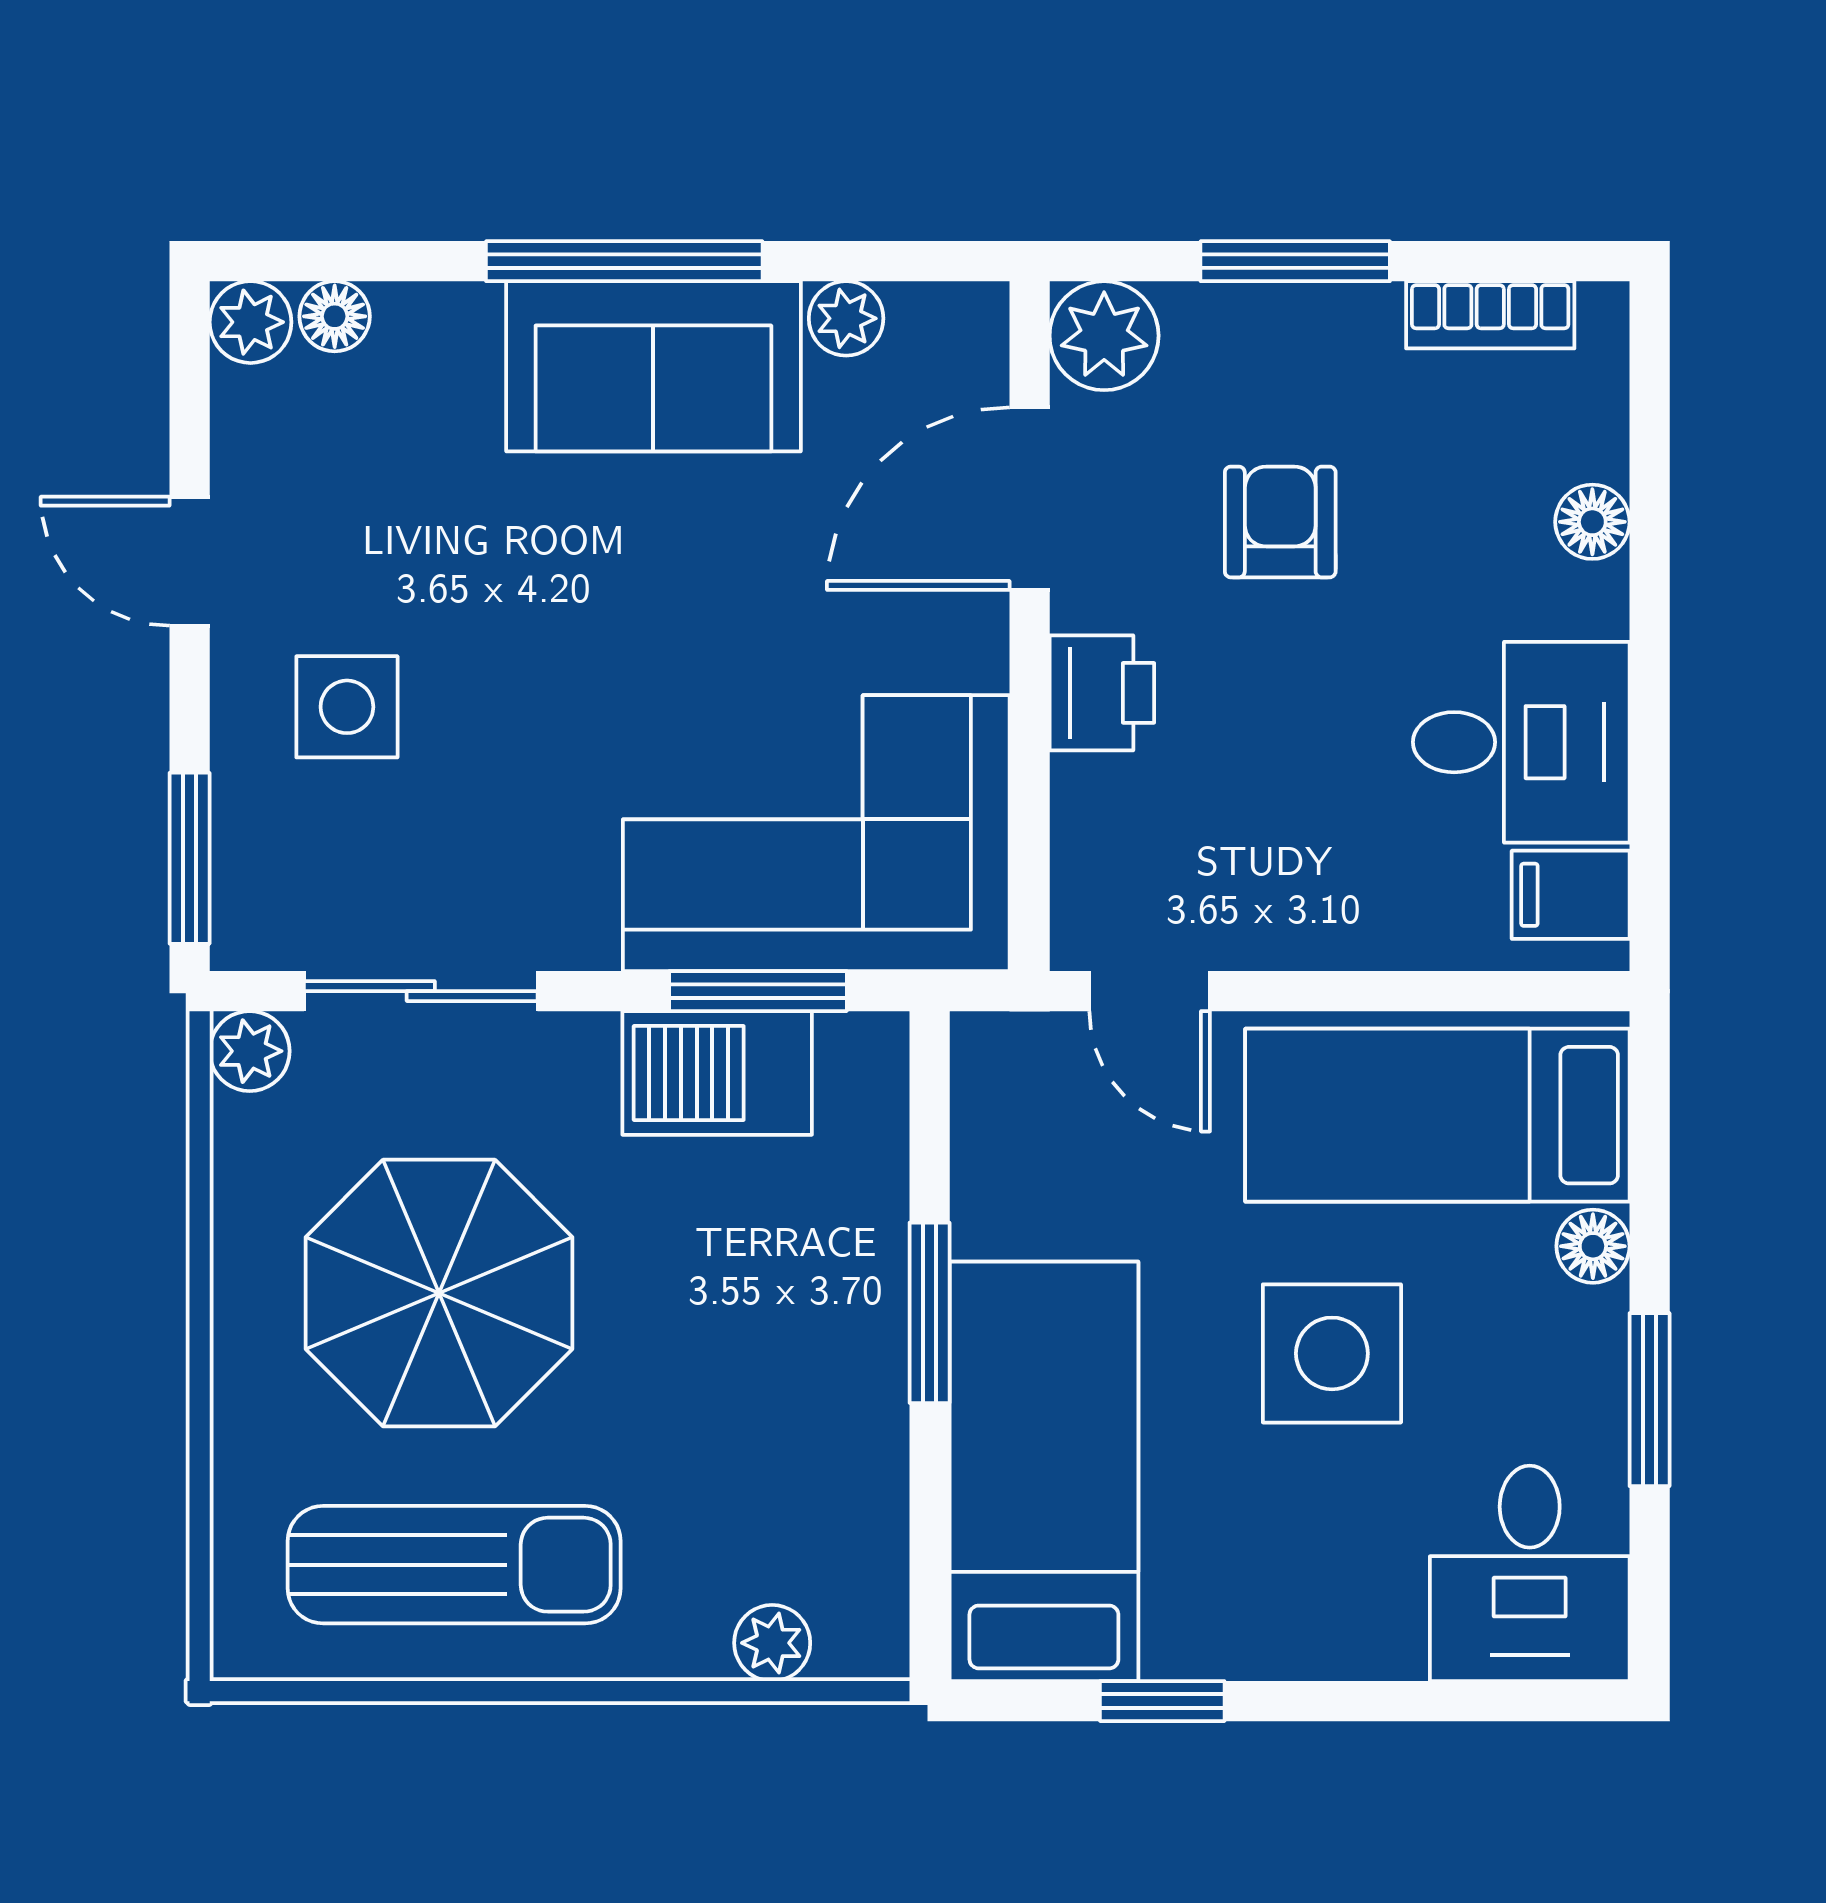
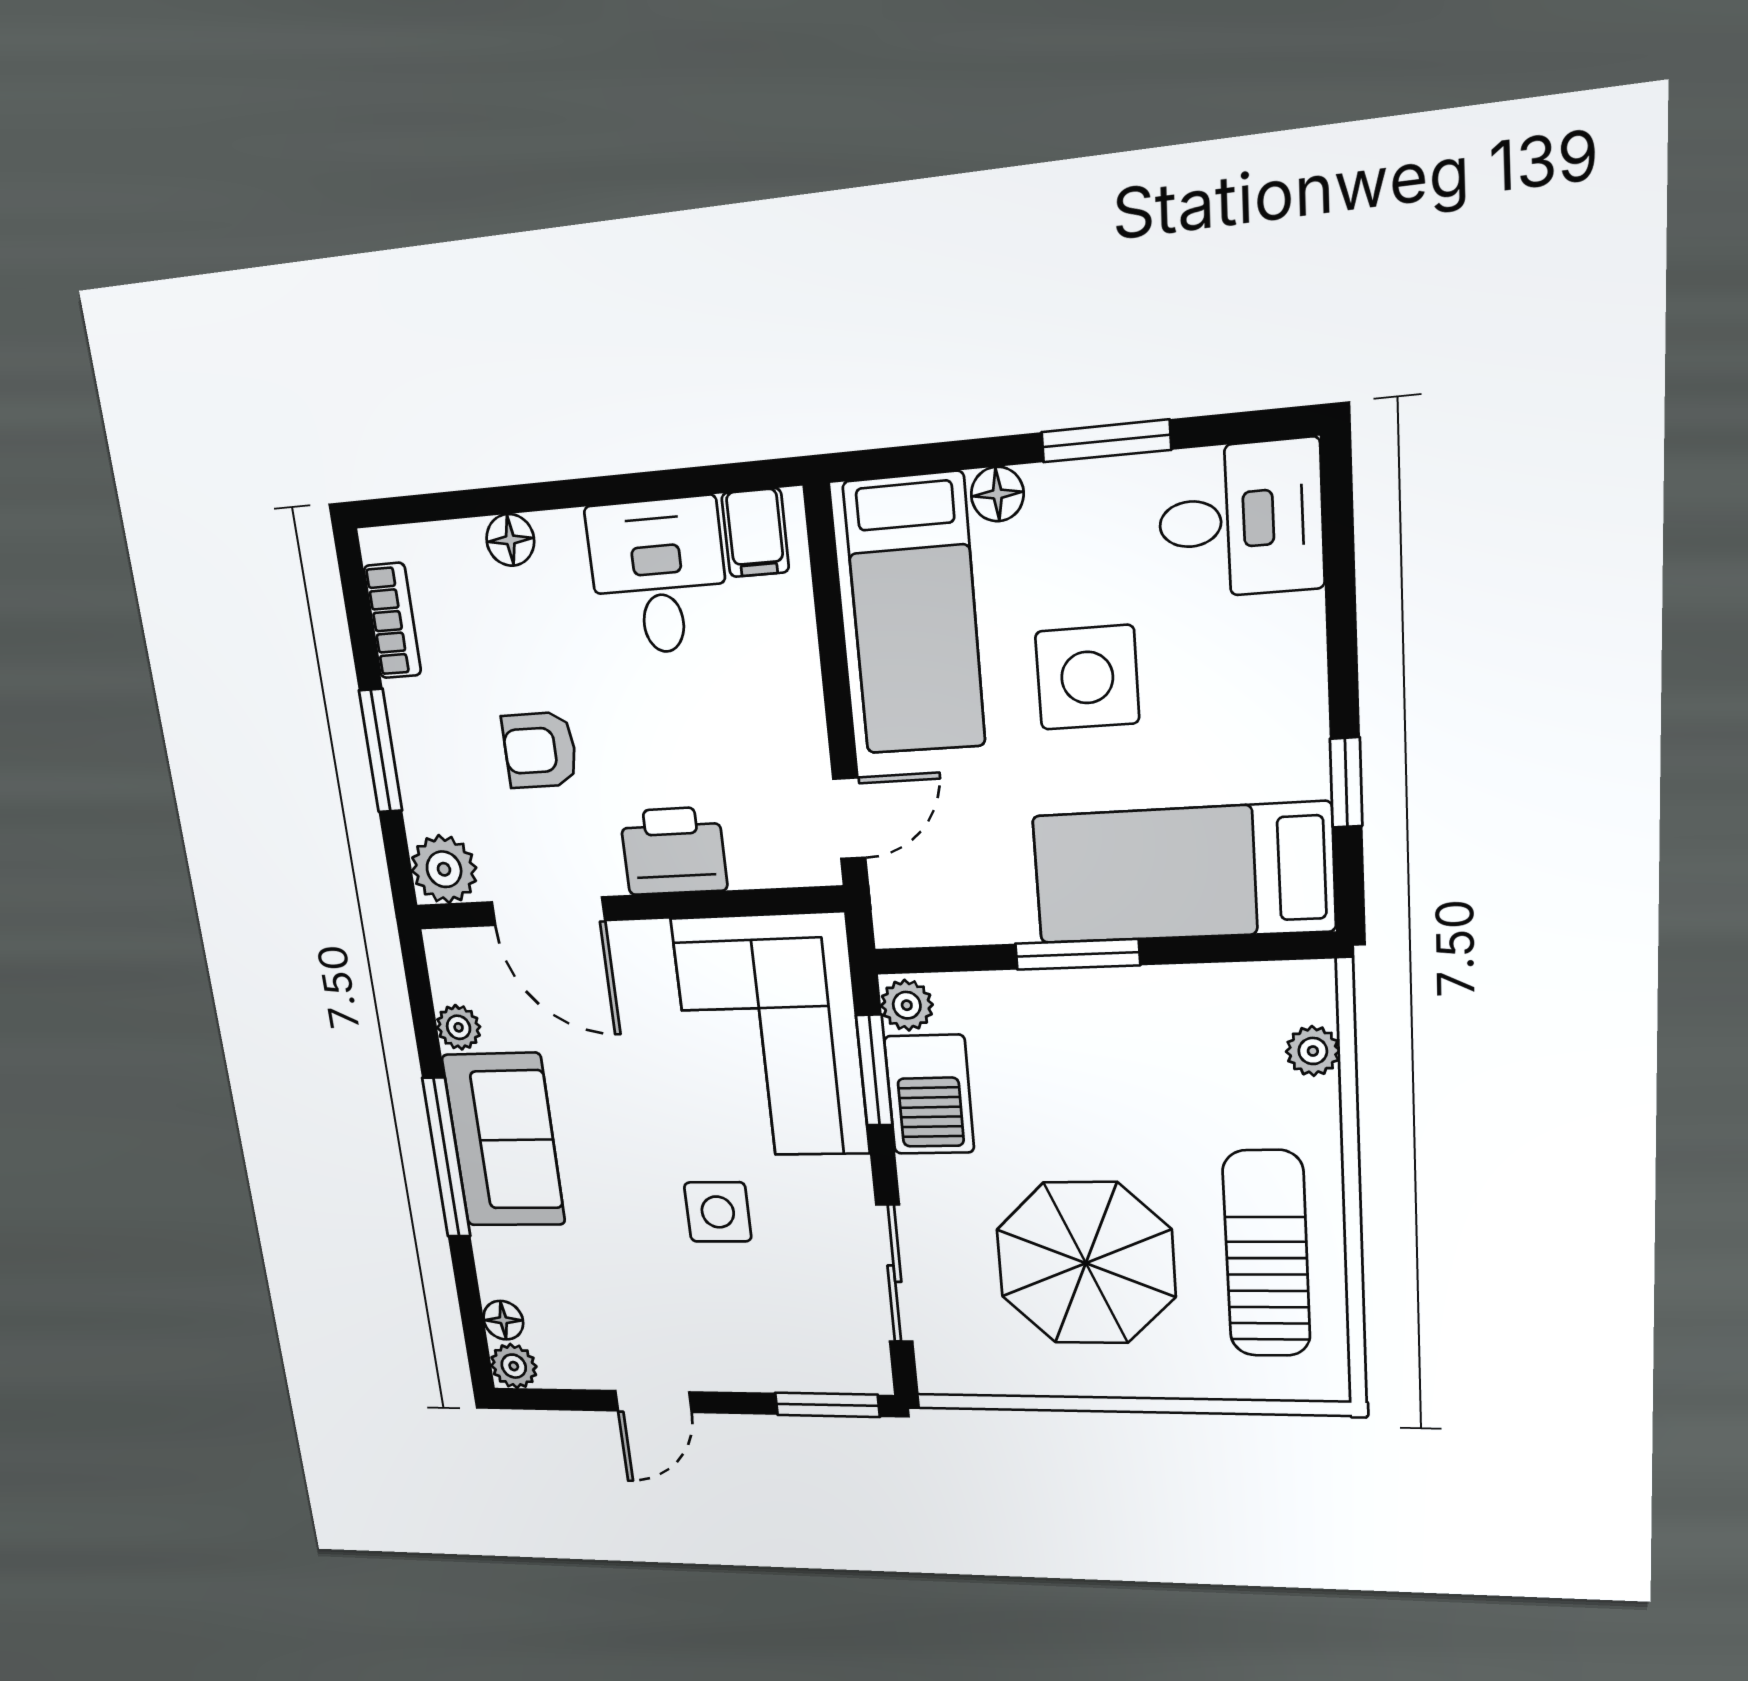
printer: (1102, 693) -> (673, 851), width x1.36, depth x1.24
side table: (347, 707) -> (718, 1212), moved
plant: (250, 1051) -> (907, 1005), moved

